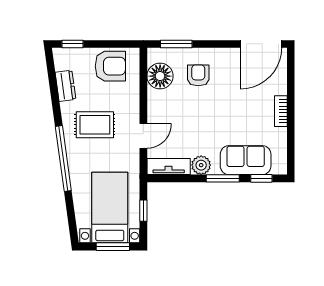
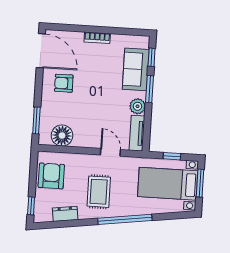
armchair: (198, 75) -> (64, 83), moved

